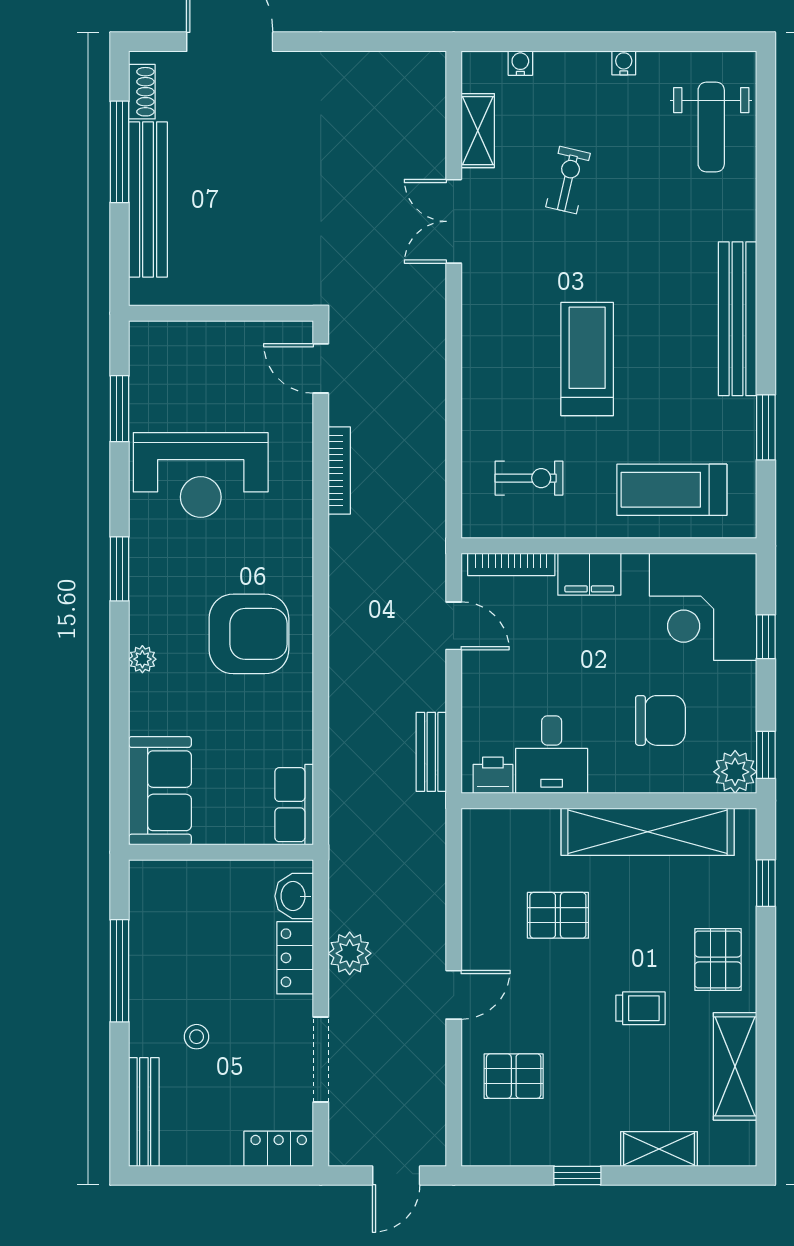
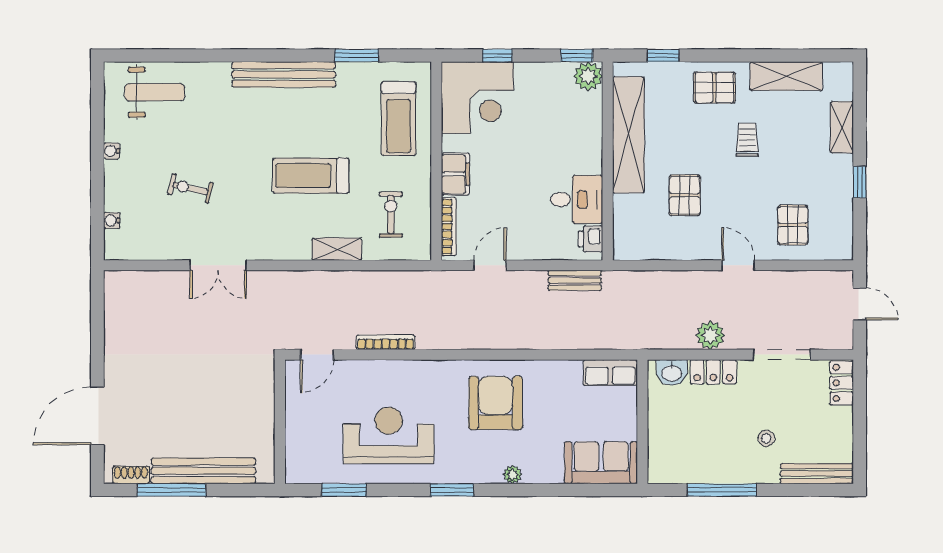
shelving: (478, 131) -> (337, 249), moved
reception desk: (201, 475) -> (389, 435), turned -90
chair: (660, 720) -> (554, 126), removed

